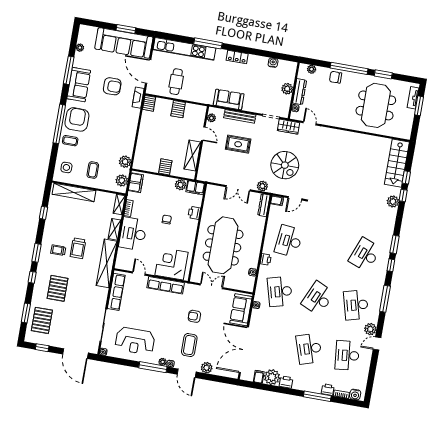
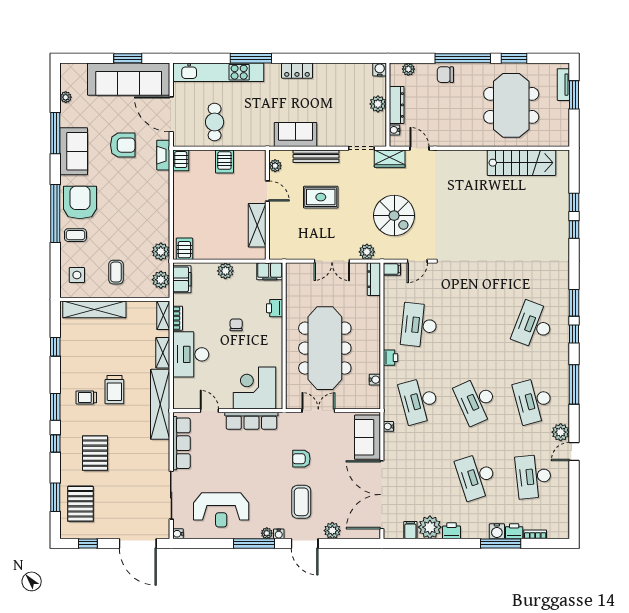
water cooler: (273, 63) -> (380, 70), moved
stairs: (397, 163) -> (521, 163), moved, turned -90
server rack: (165, 167) -> (184, 249), moved
plant: (181, 185) -> (225, 271), moved
plant: (393, 202) -> (561, 241), removed
desk: (318, 298) -> (476, 401), turned -48
water cooler: (355, 395) -> (497, 531), moved

